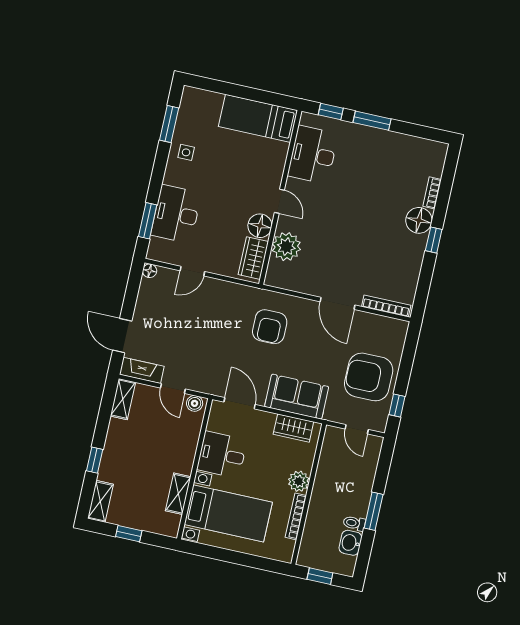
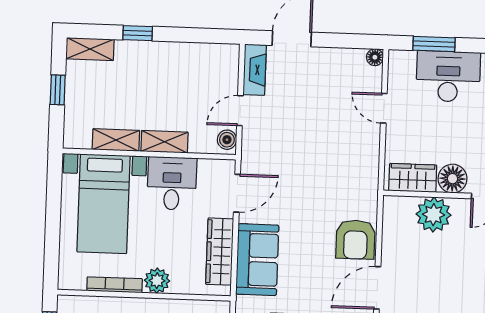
armchair: (270, 327) -> (355, 240), moved, turned -90
shelving: (123, 399) -> (165, 142), moved
wardrobe: (293, 428) -> (220, 252), width x1.50

